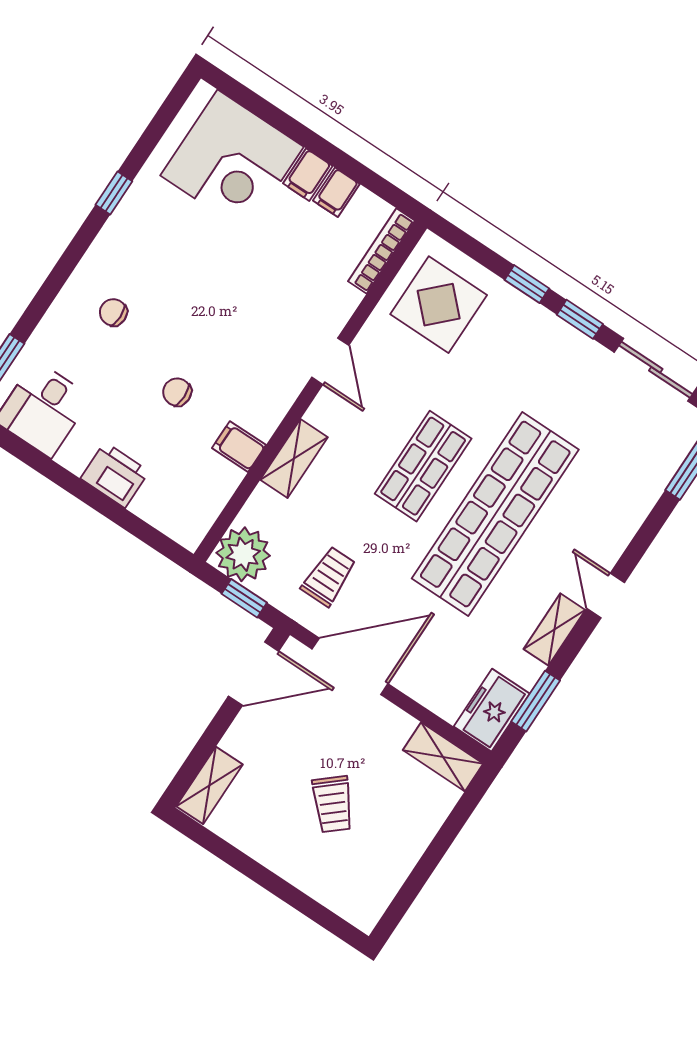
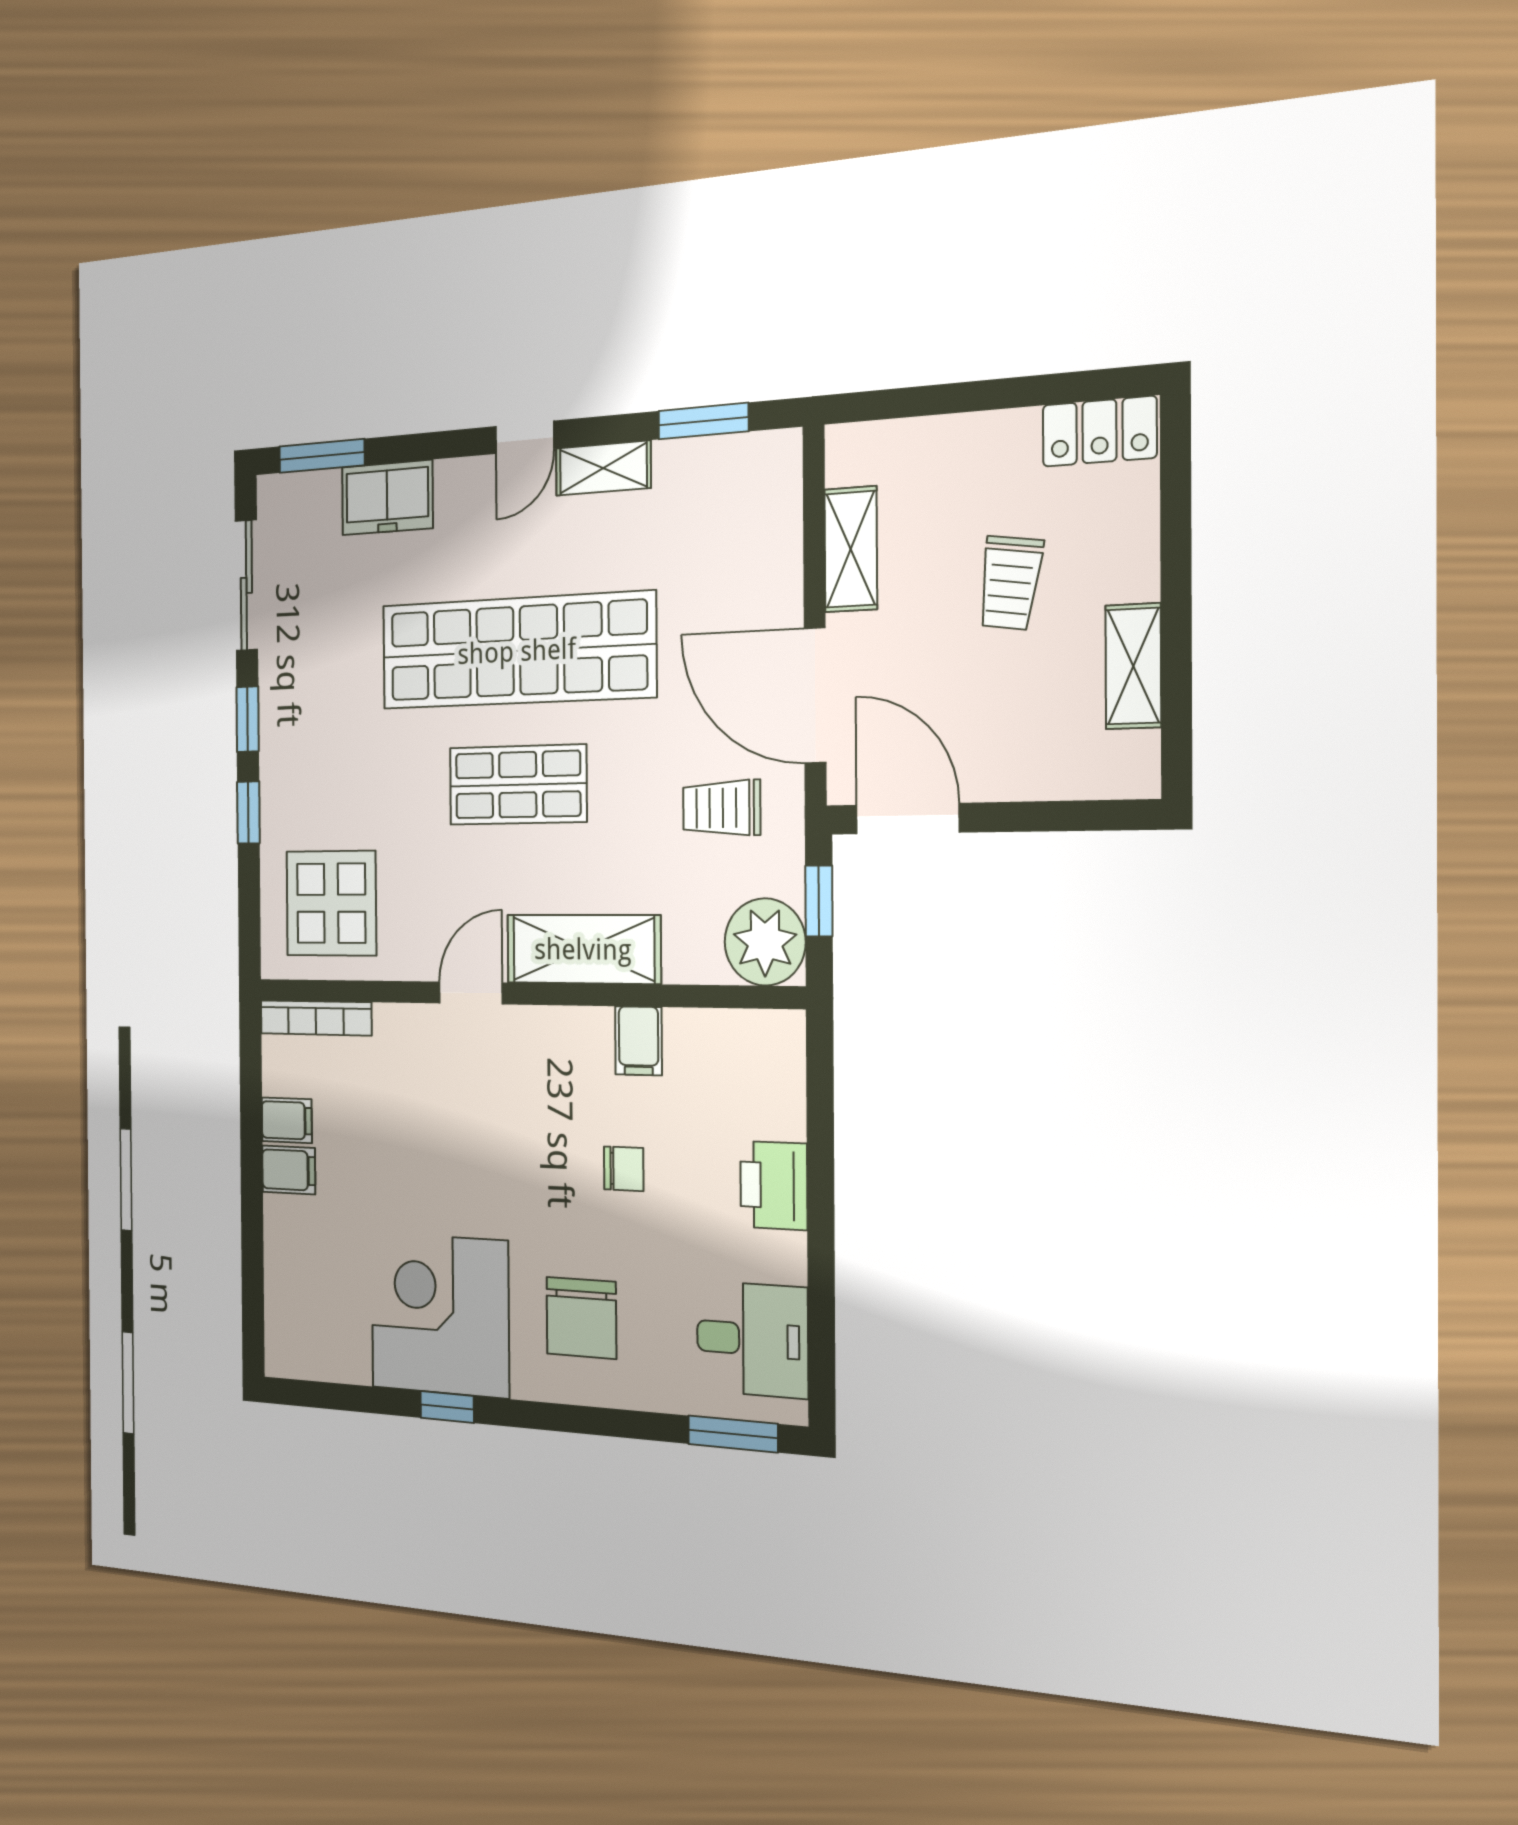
corner desk: (232, 161) -> (440, 1315), moved, turned -90
chair: (113, 312) -> (581, 1318), width x1.87, depth x1.87
chair: (177, 392) -> (624, 1169), turned -90
shelving: (294, 459) -> (583, 949), width x1.50, depth x1.33
freezer: (492, 710) -> (387, 498), moved
shelving: (443, 757) -> (851, 549), moved
shelving: (209, 785) -> (1133, 666), moved, turned 90
trolley: (333, 804) -> (1010, 583), turned 139
locker: (373, 897) -> (1099, 431), added

